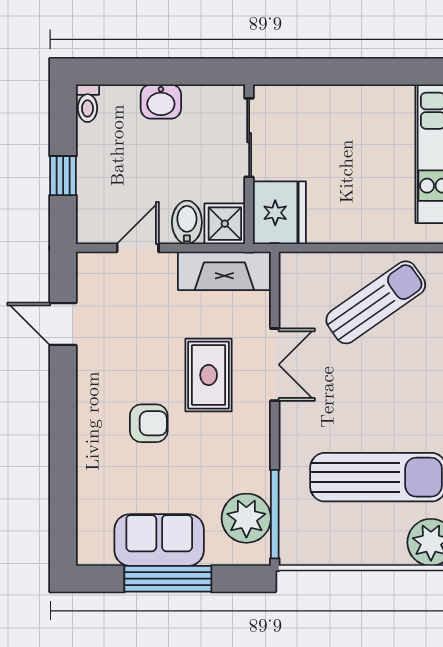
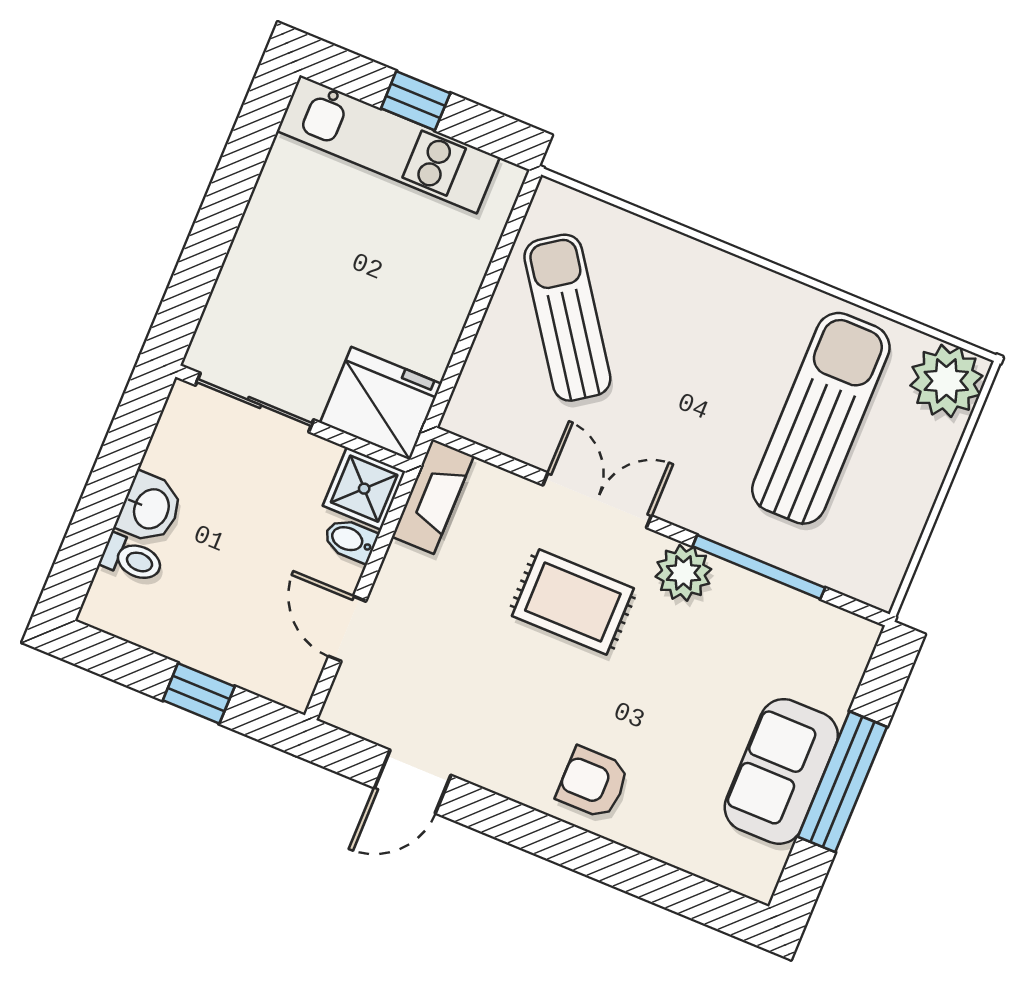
toilet: (87, 103) -> (132, 559), moved
bidet: (187, 222) -> (350, 540), width x0.72, depth x0.74
fireplace: (224, 271) -> (433, 496), width x0.73, depth x0.76
armchair: (149, 423) -> (593, 783), moved, turned -90
window: (275, 514) -> (759, 567), moved
plant: (246, 518) -> (683, 573), moved, width x0.73, depth x0.73

